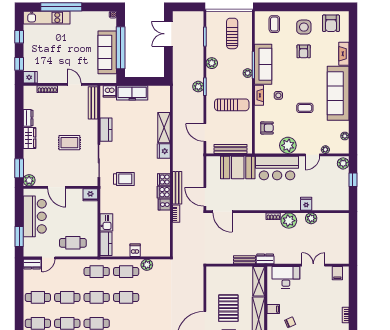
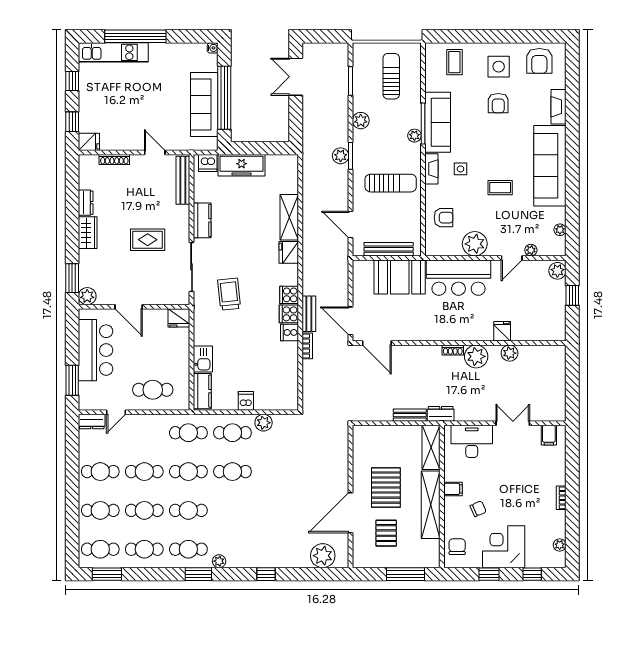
trolley: (124, 179) -> (229, 294), turned -96
bench: (177, 188) -> (309, 314), width x0.73

